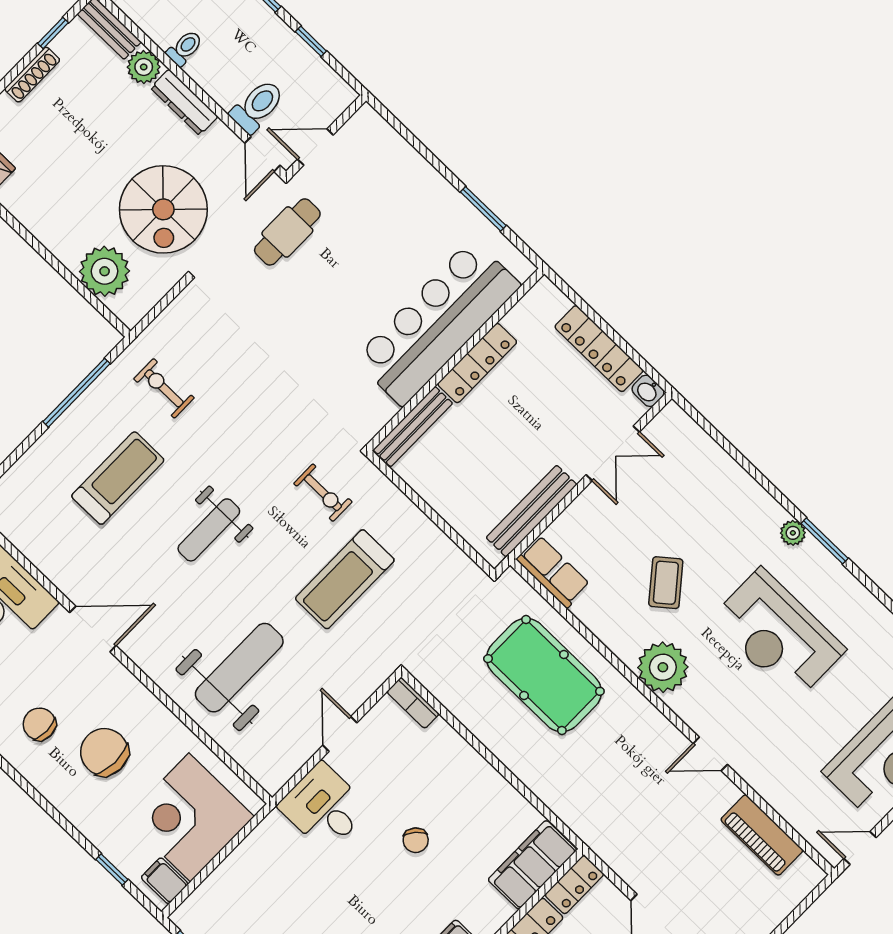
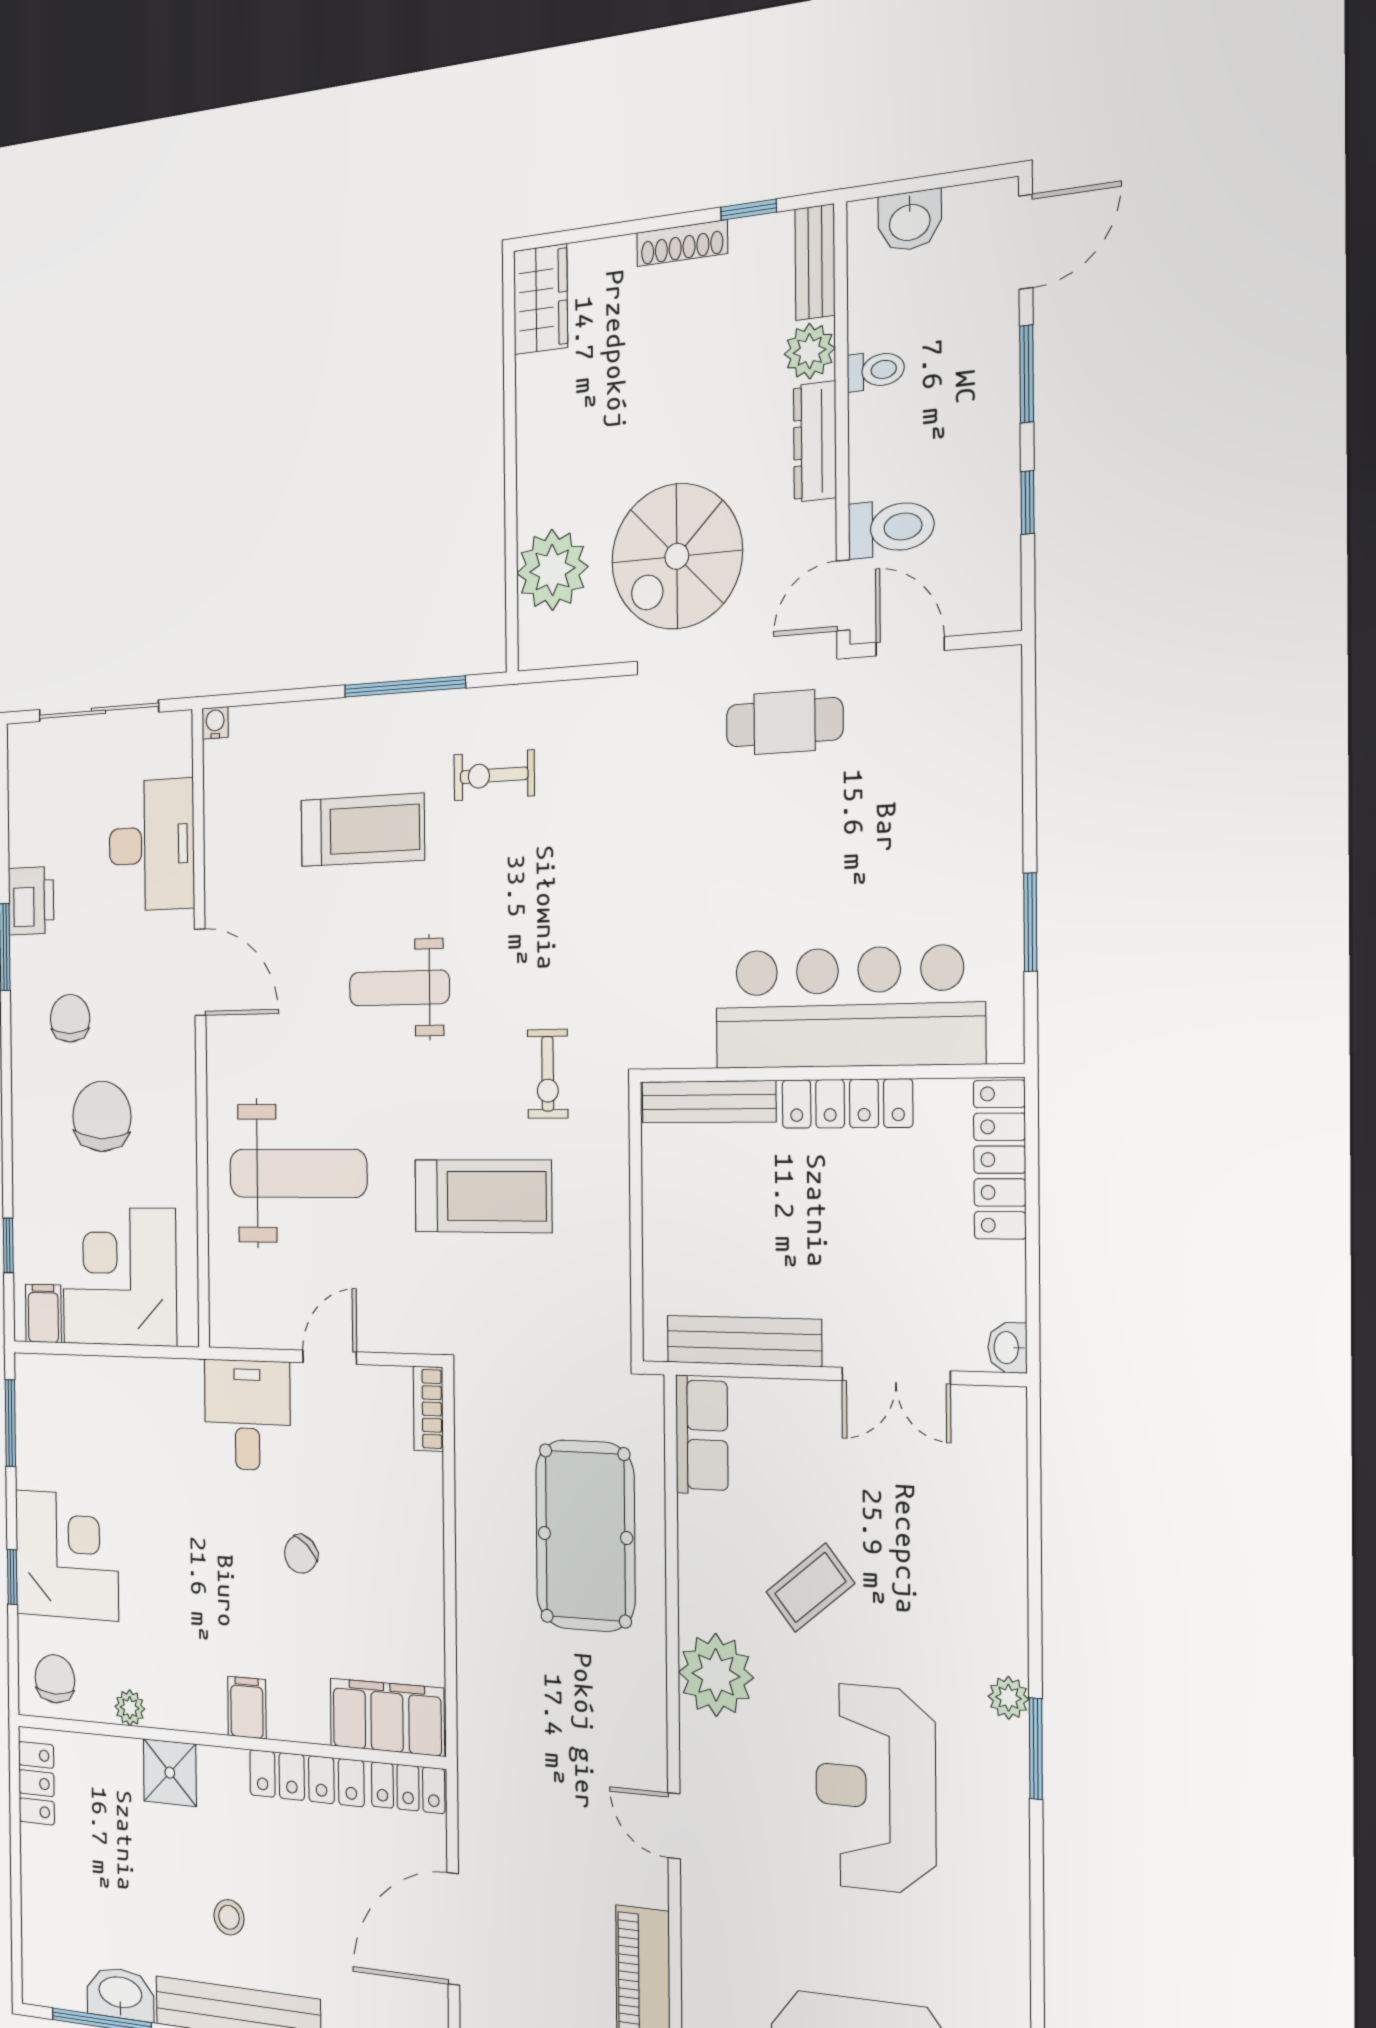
locker: (599, 349) -> (1000, 1160), moved
exercise bike: (164, 388) -> (494, 775), turned -90
treadmill: (345, 579) -> (483, 1196), turned 180

